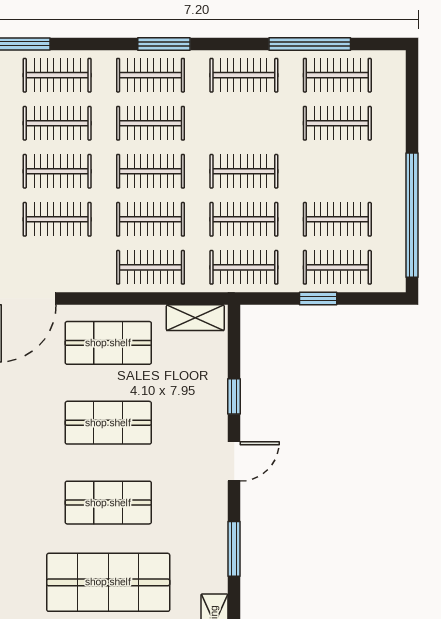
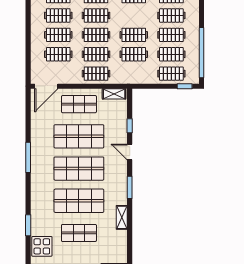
clothes rail: (244, 267) -> (171, 35), moved
window: (318, 299) -> (185, 86), moved
shop shelf: (108, 423) -> (79, 136), width x1.43, depth x1.36
door: (234, 461) -> (130, 152), swing flipped
shop shelf: (108, 503) -> (79, 169), width x1.43, depth x1.36

